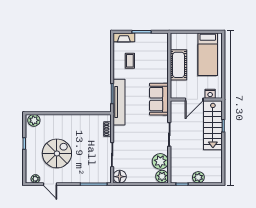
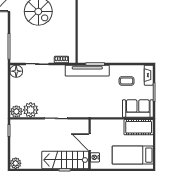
cot: (178, 65) -> (139, 127), moved
sofa: (159, 99) -> (138, 109), moved
plant: (198, 177) -> (16, 163), moved

